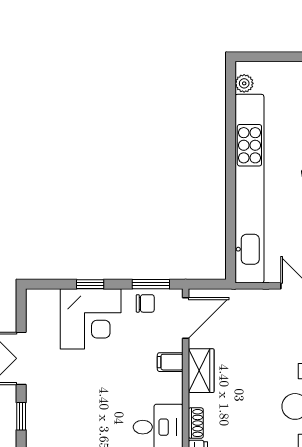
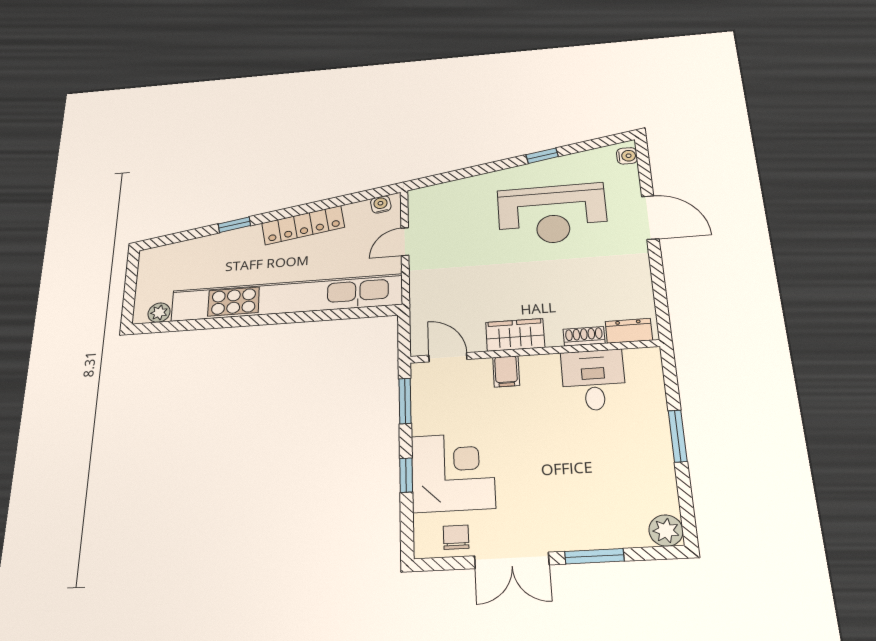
chair: (145, 303) -> (456, 537), moved
door: (186, 318) -> (448, 357), width x0.73
window: (21, 416) -> (594, 556), width x1.50

